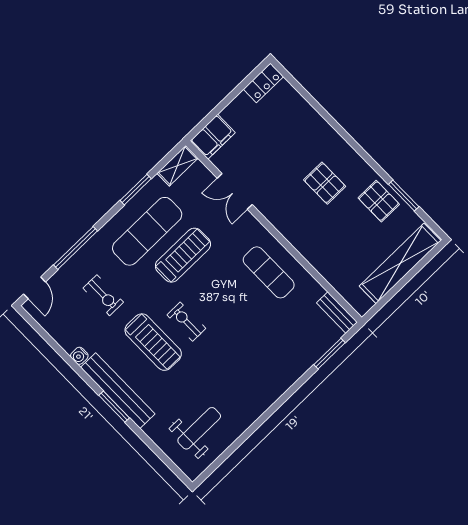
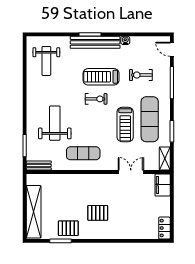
weight bench: (265, 344) -> (55, 123), added

